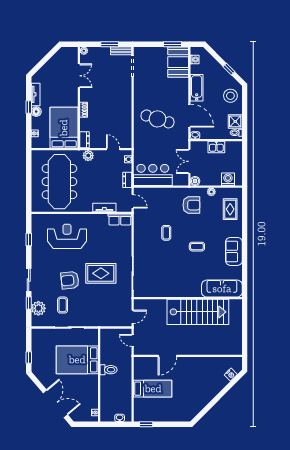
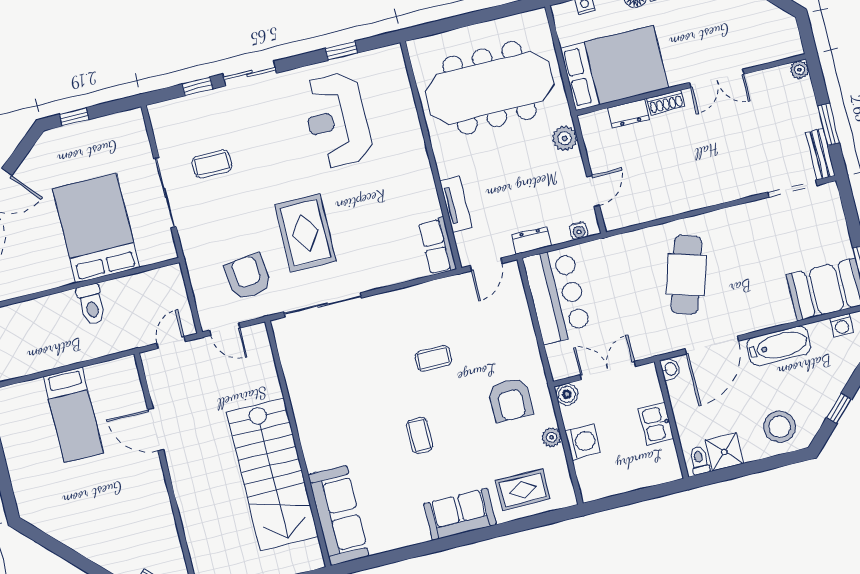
double door: (79, 76) -> (717, 78), moved
dresser: (84, 140) -> (629, 114), moved
washing machine: (228, 179) -> (583, 442), moved
reception desk: (67, 236) -> (337, 120), moved, turned 180
sofa: (234, 251) -> (460, 514), moved
armchair: (70, 280) -> (248, 277), moved
plant: (38, 308) -> (191, 111), removed

